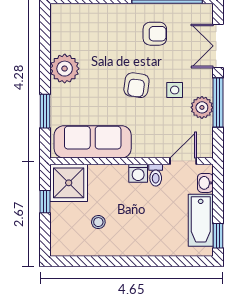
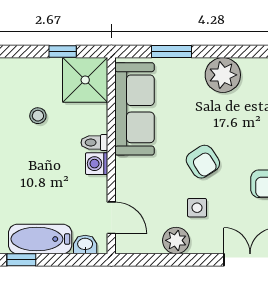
armchair: (136, 85) -> (203, 162), turned -131
window: (218, 102) -> (182, 260), removed
toilet: (156, 175) -> (94, 143), moved

